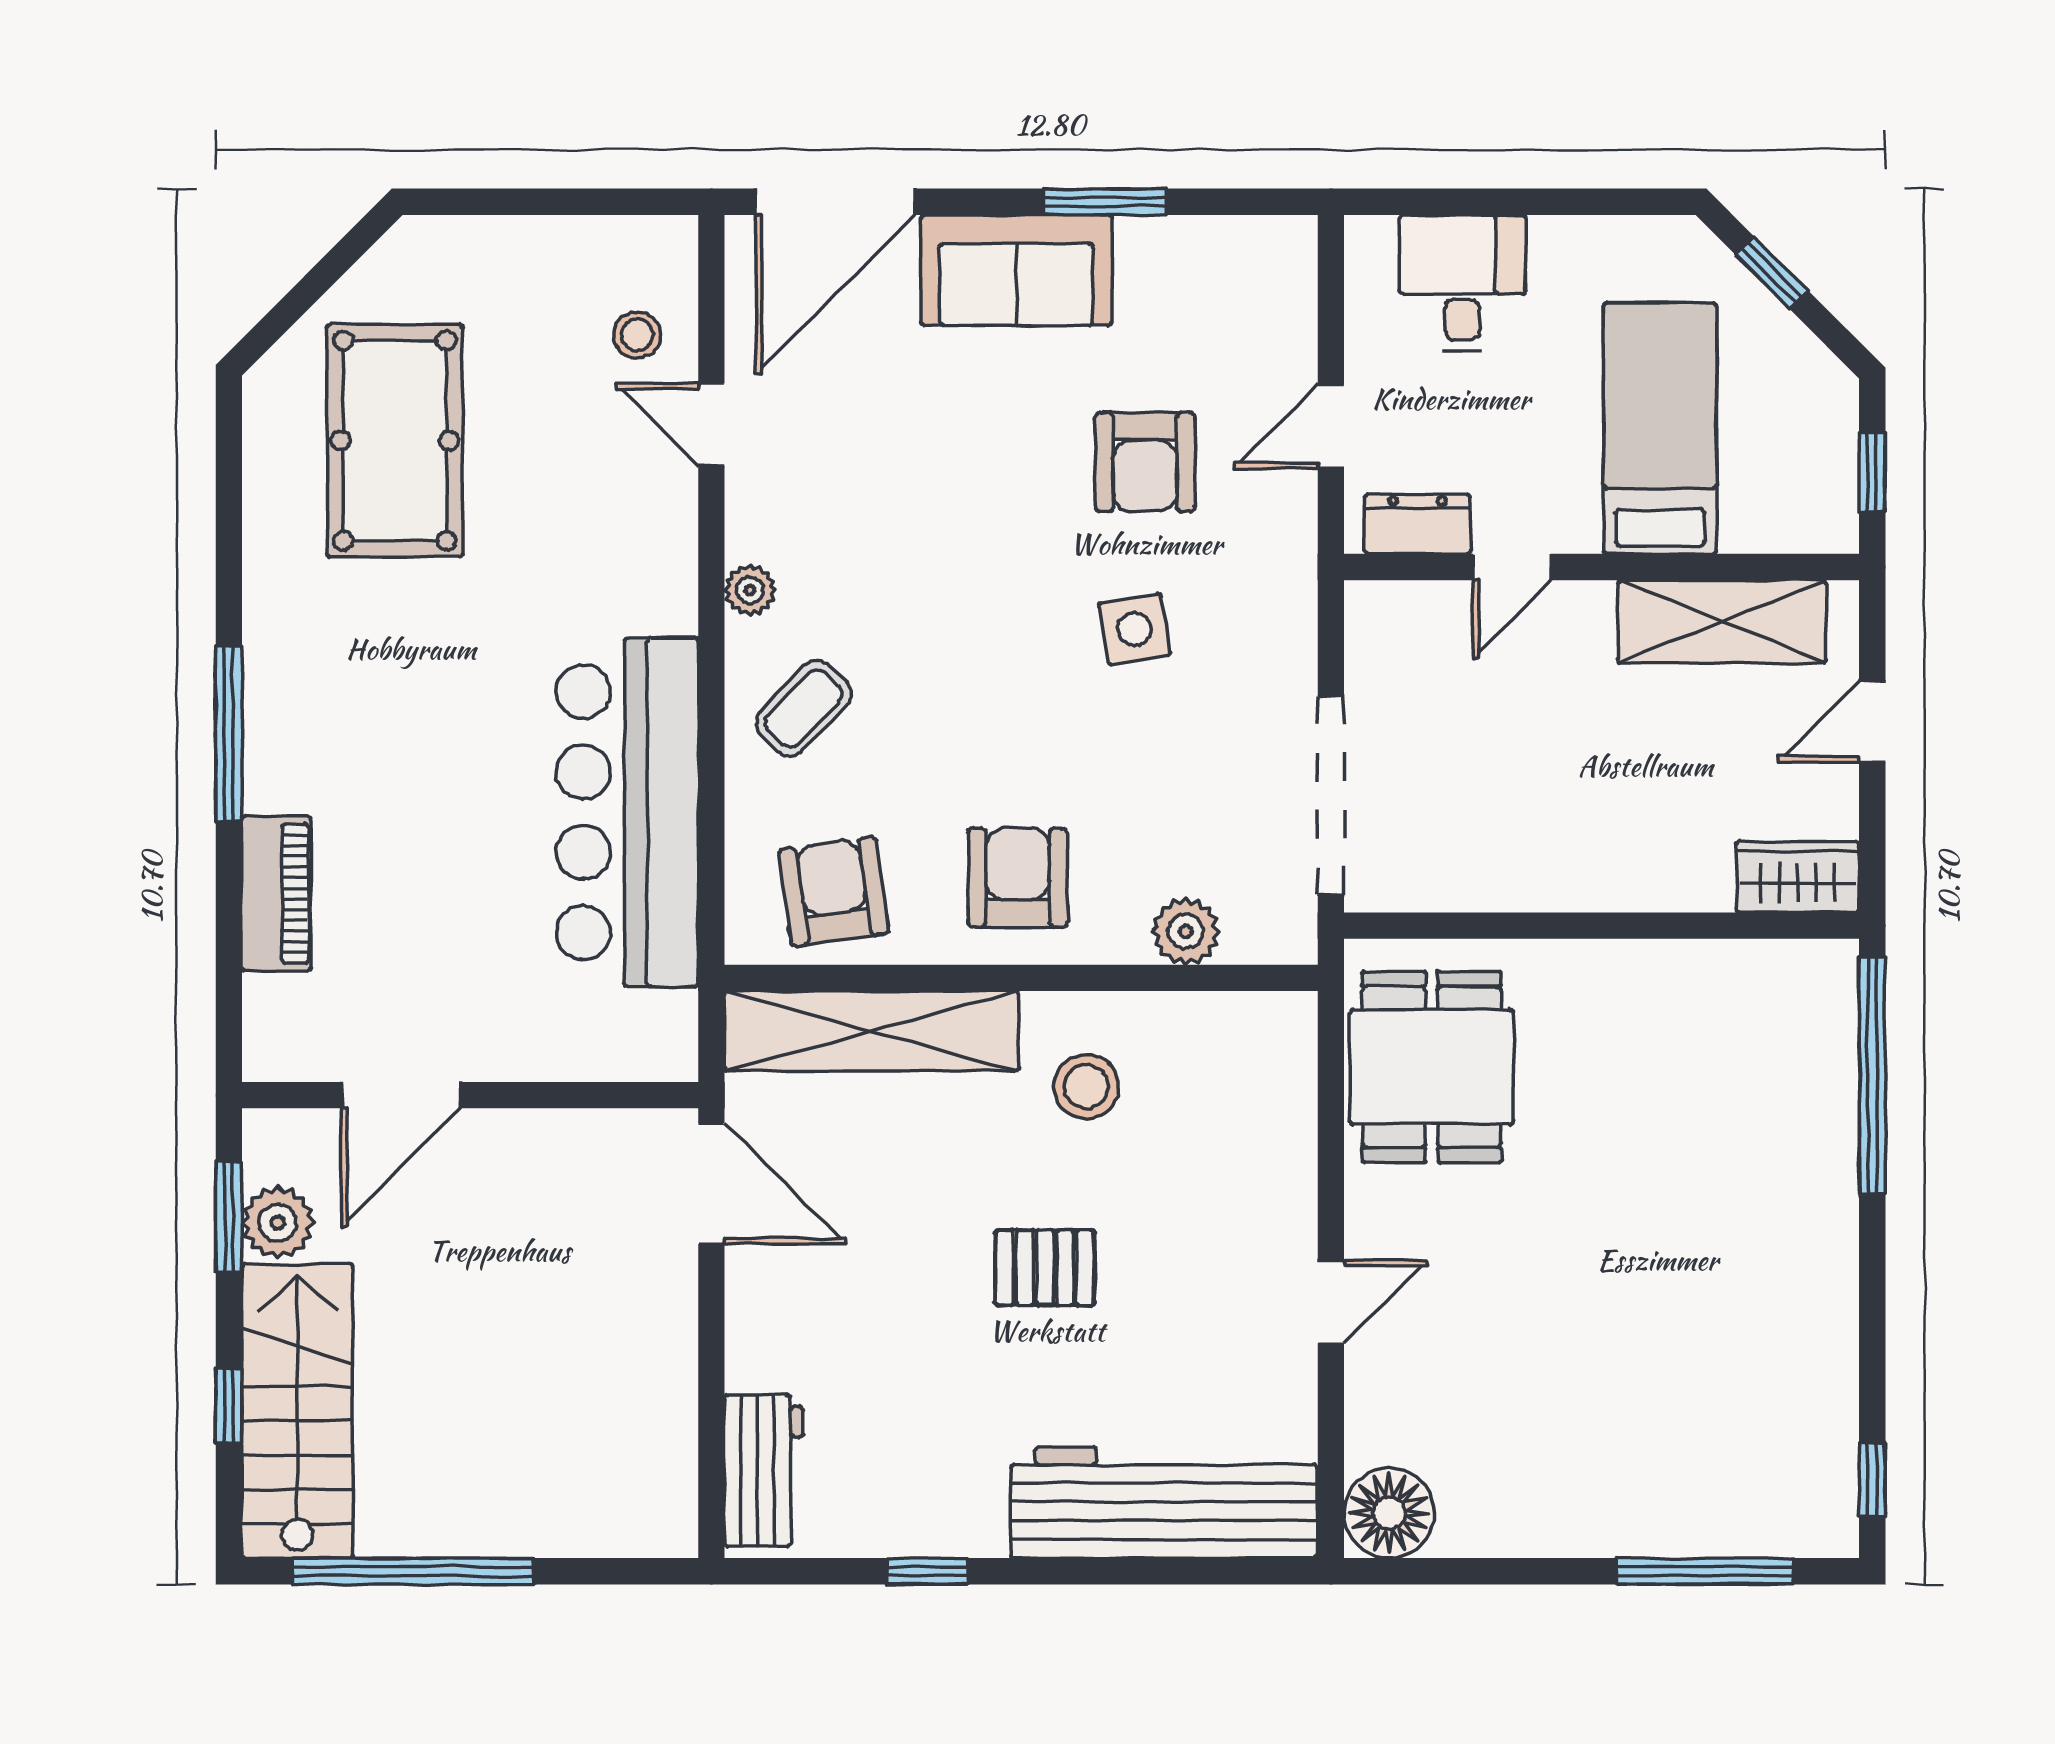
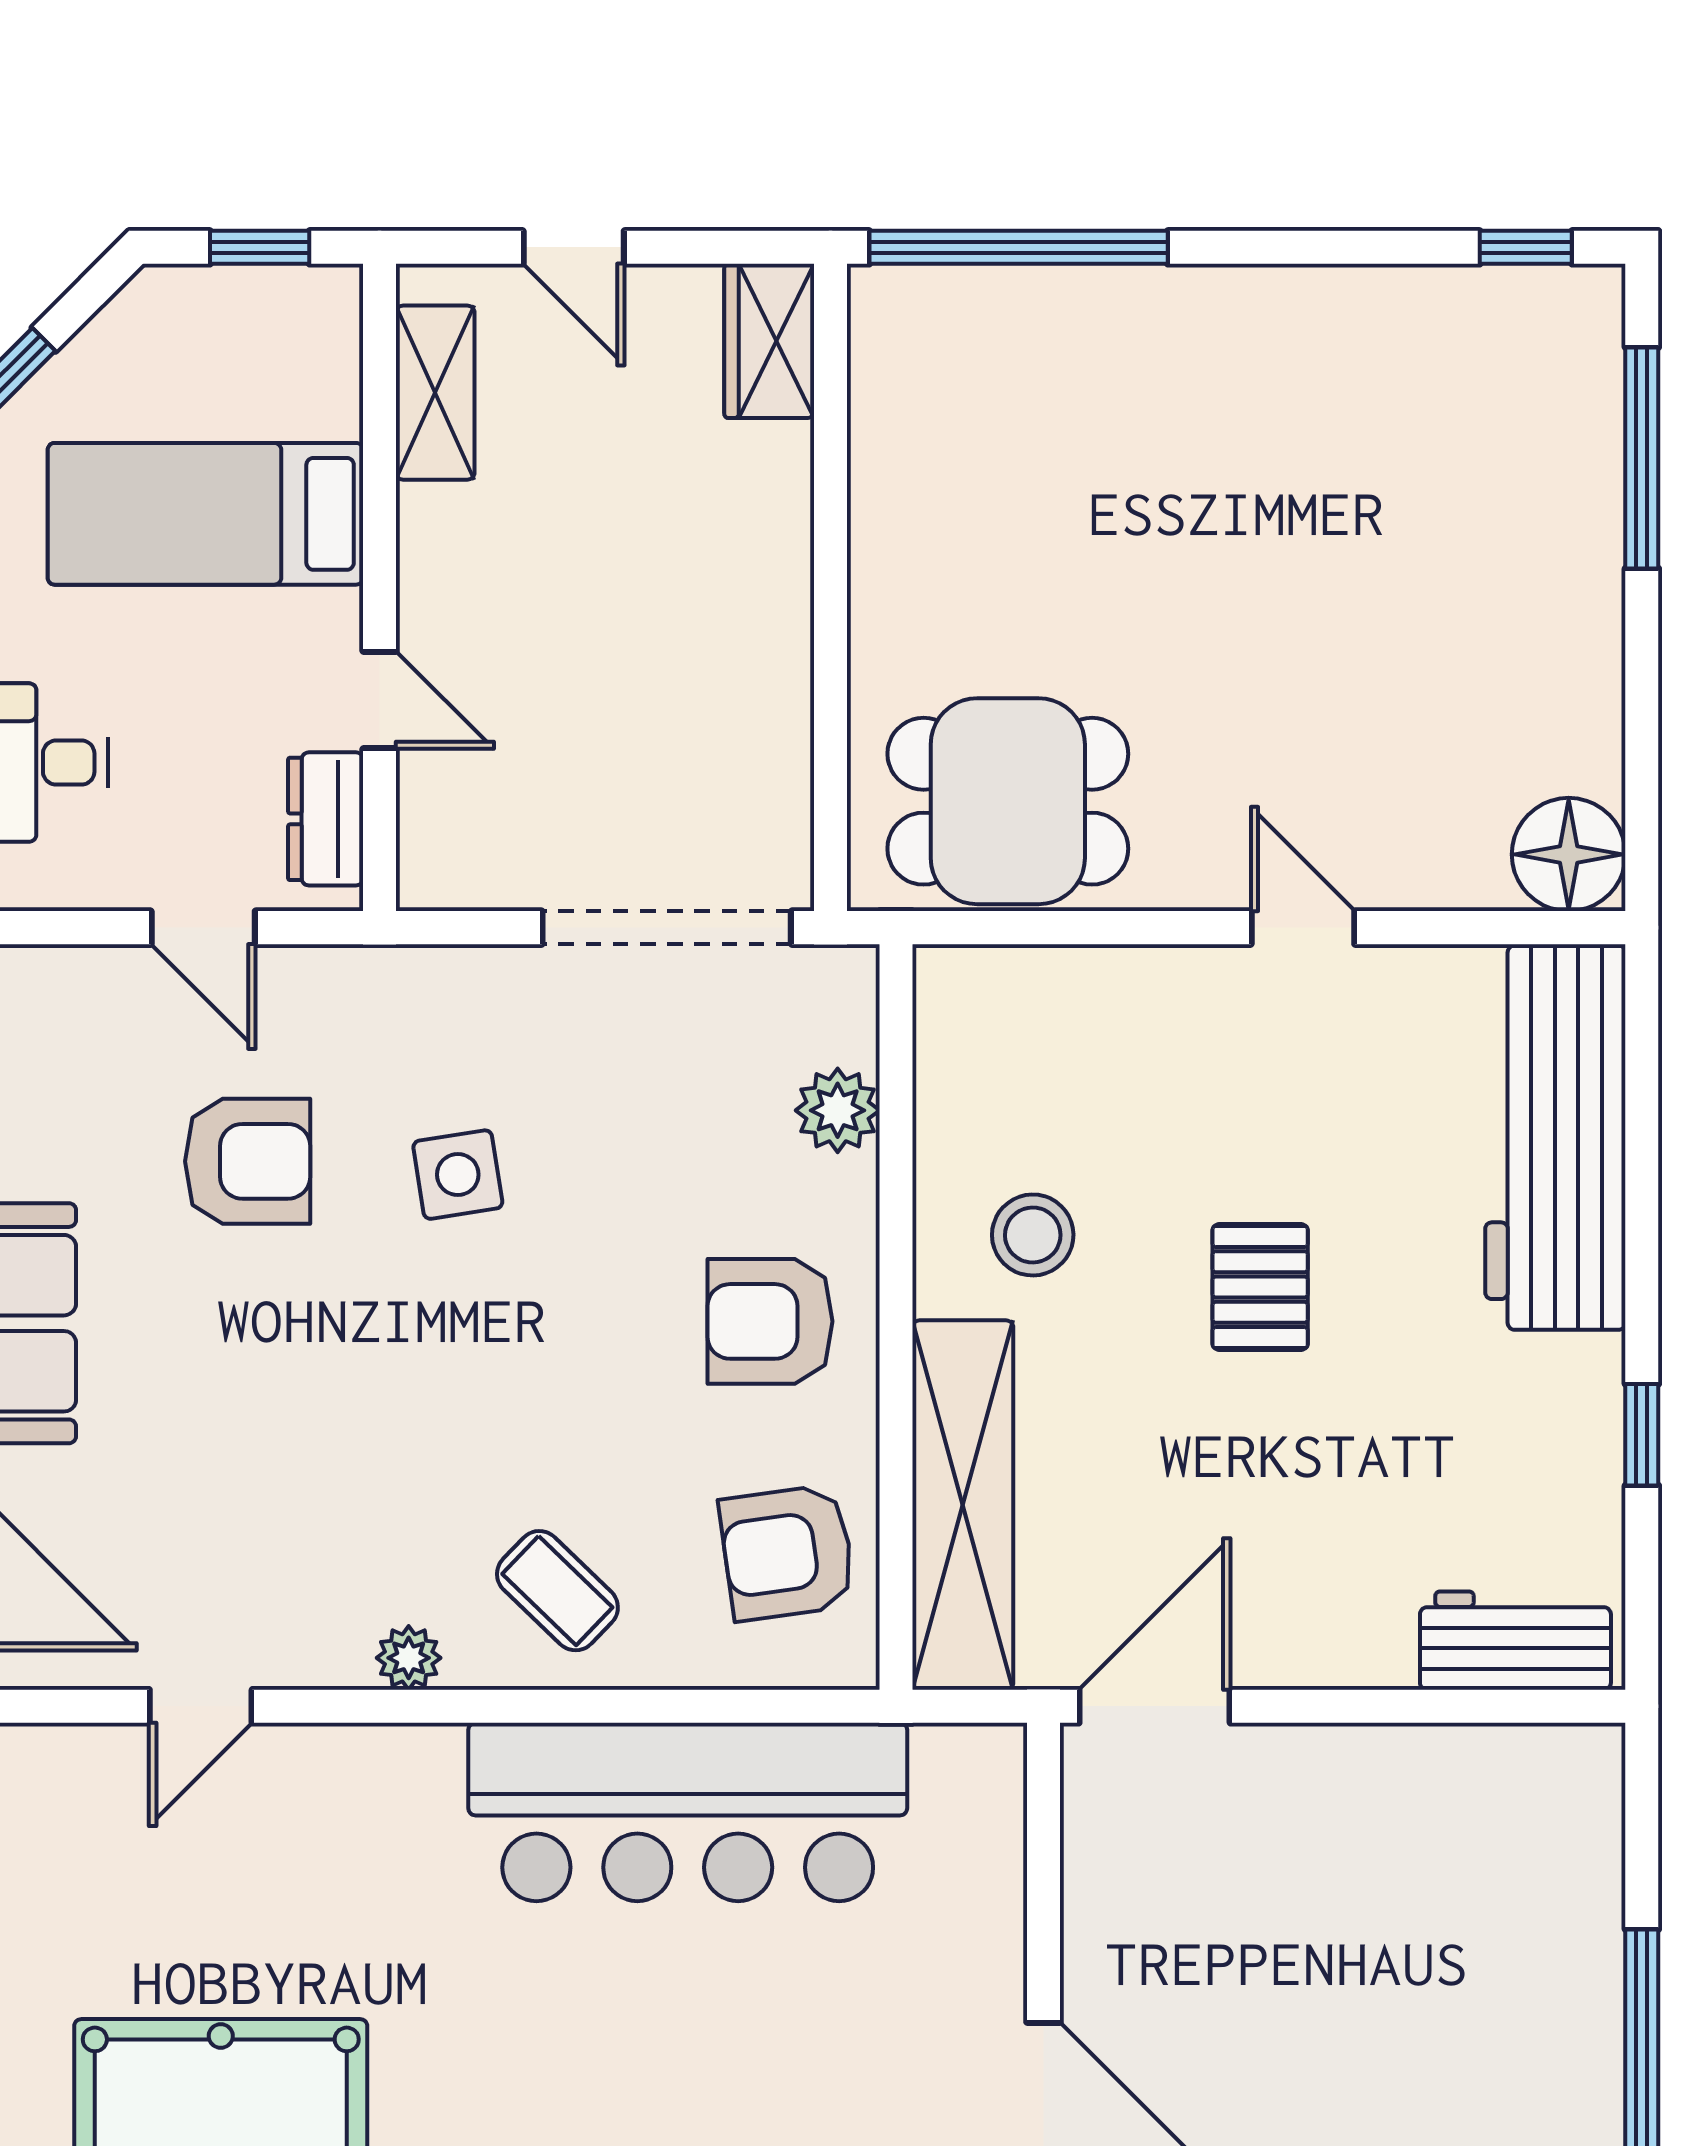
stool: (637, 335) -> (88, 1800), removed
shelving: (1722, 622) -> (435, 393), width x0.67, depth x0.75

